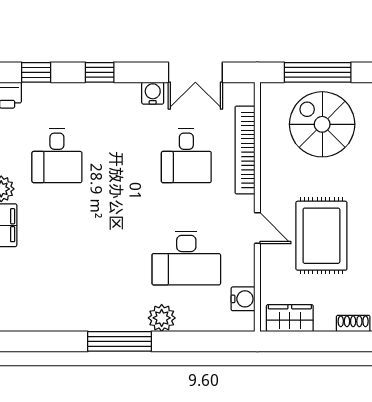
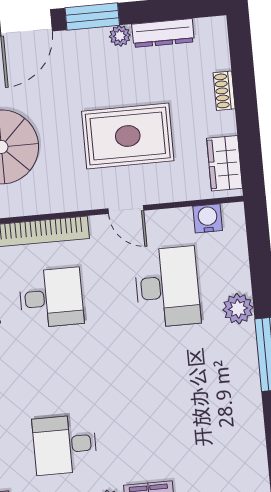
desk: (57, 156) -> (65, 445), turned 180
door: (257, 228) -> (126, 209), swing flipped

